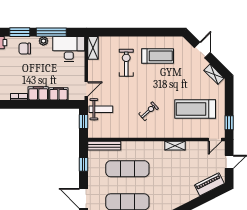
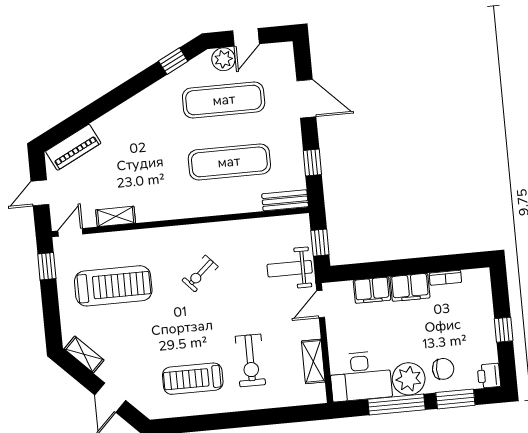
plant: (43, 41) -> (409, 379), width x1.88, depth x1.88
shelving: (93, 48) -> (313, 361), moved
bench: (104, 146) -> (285, 200), width x0.73
shelving: (175, 146) -> (116, 216), moved

